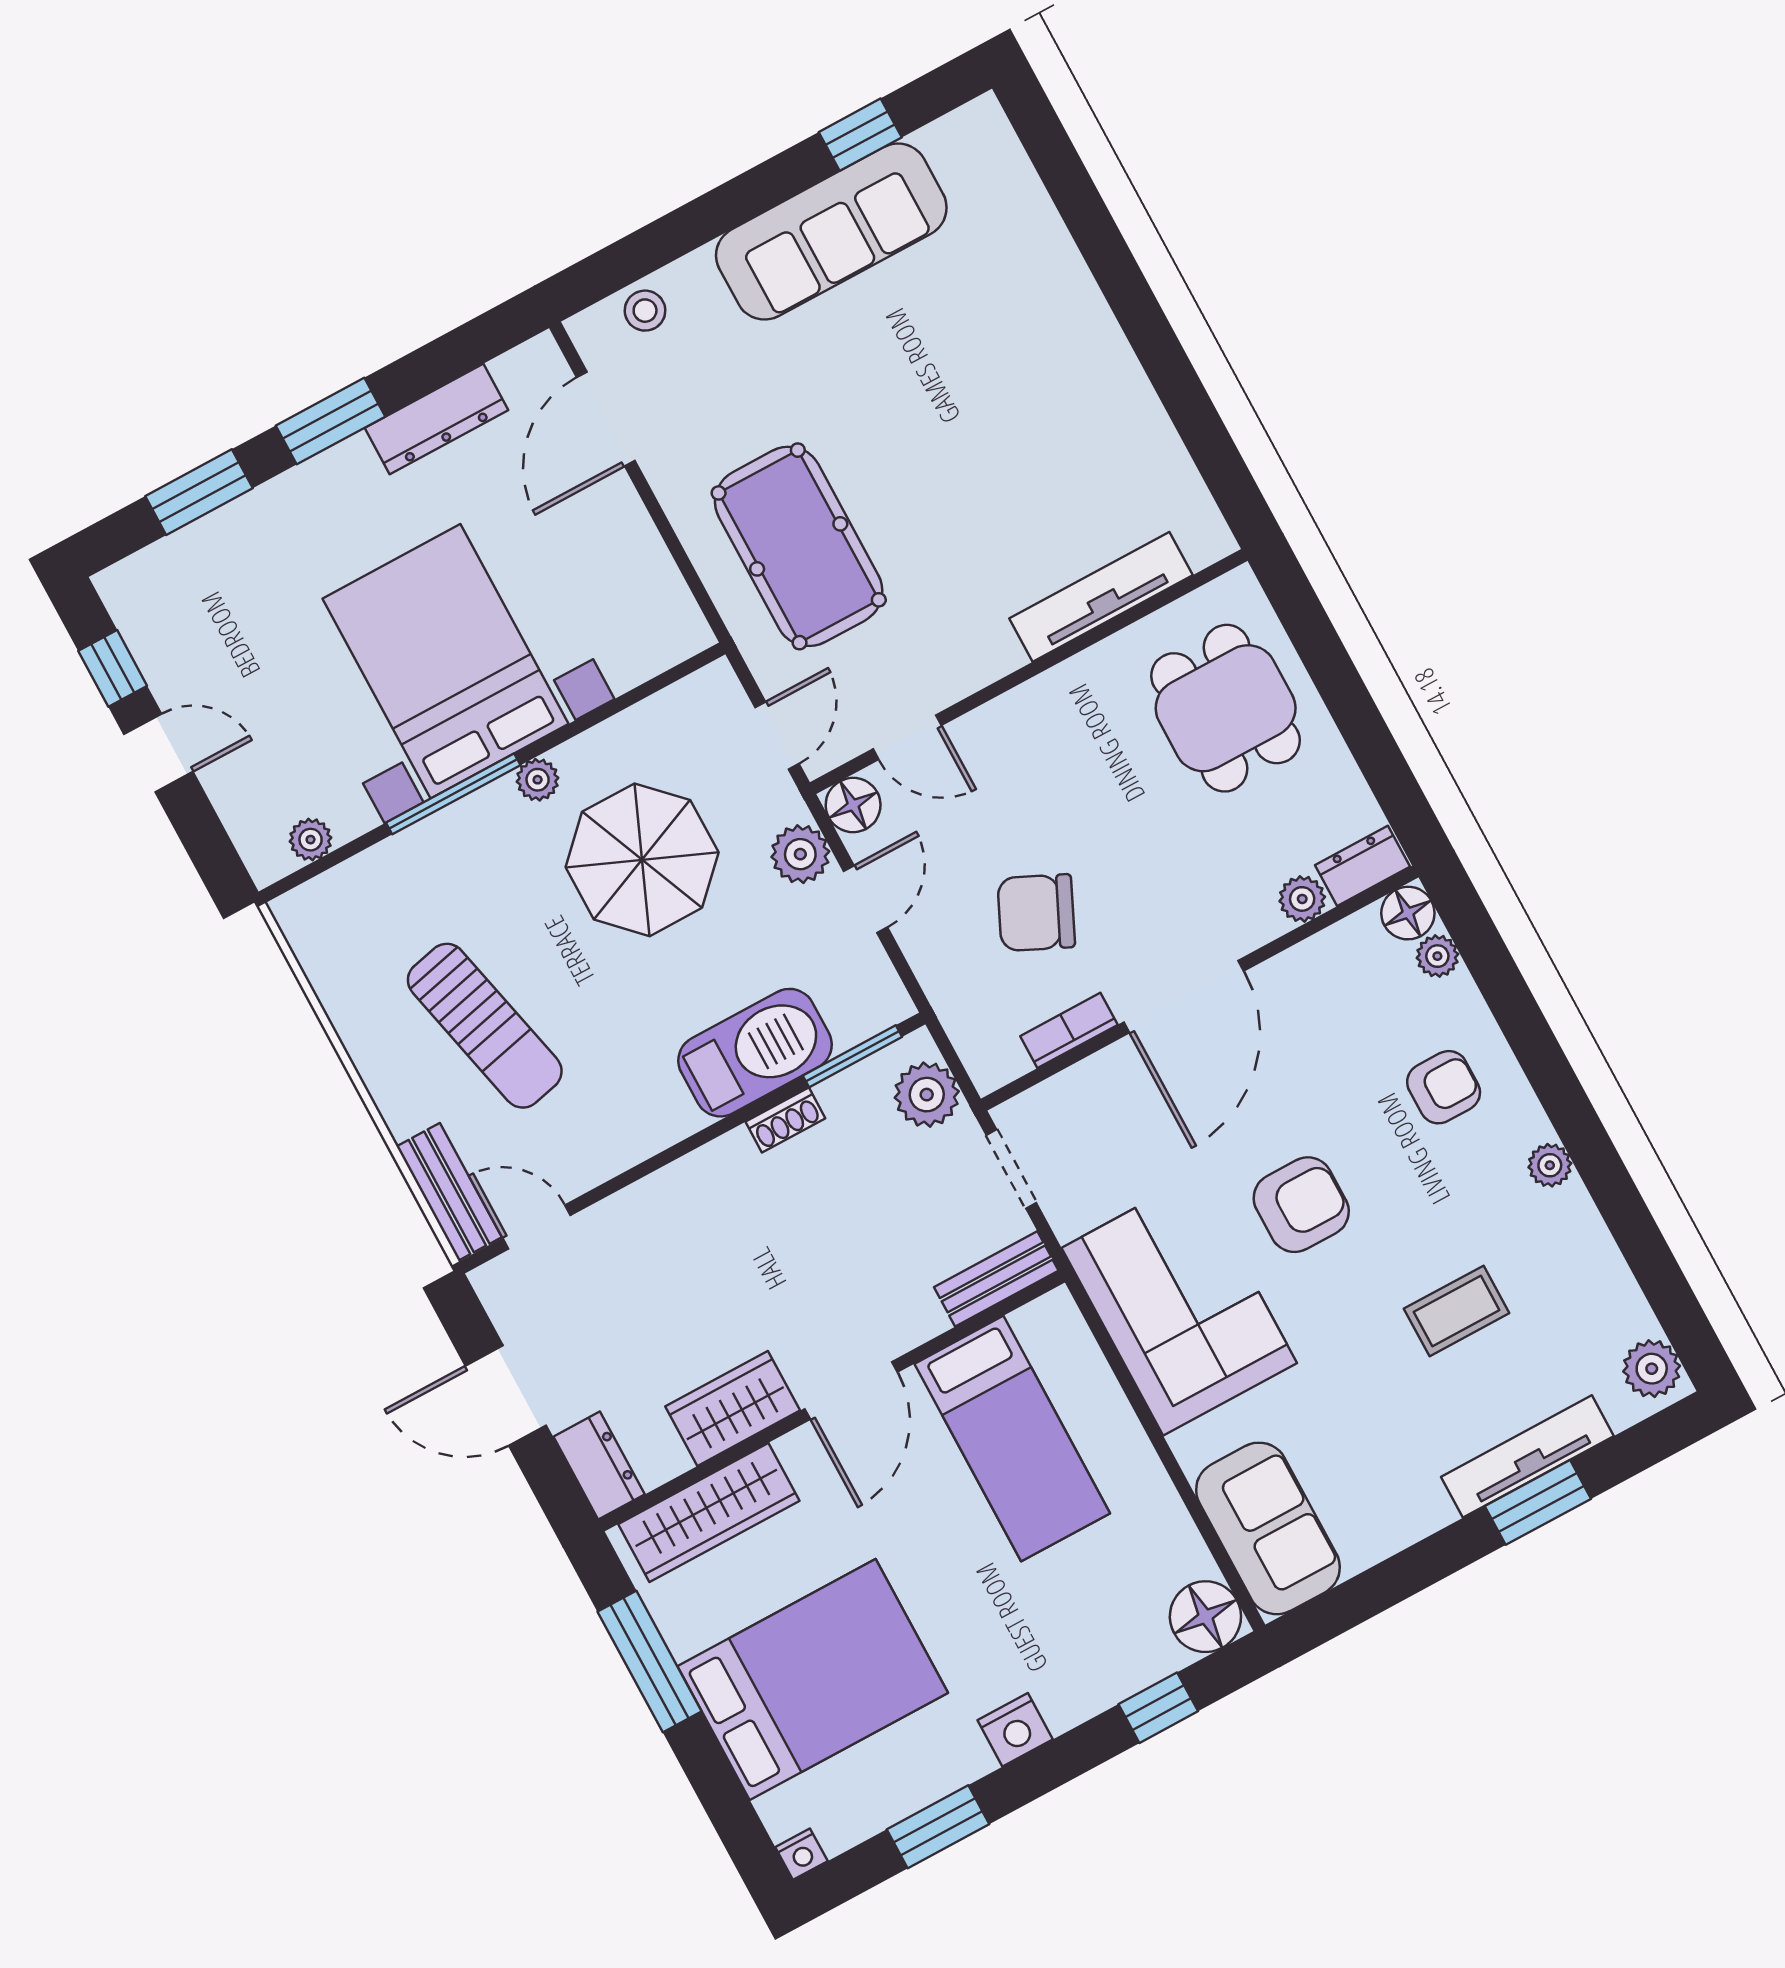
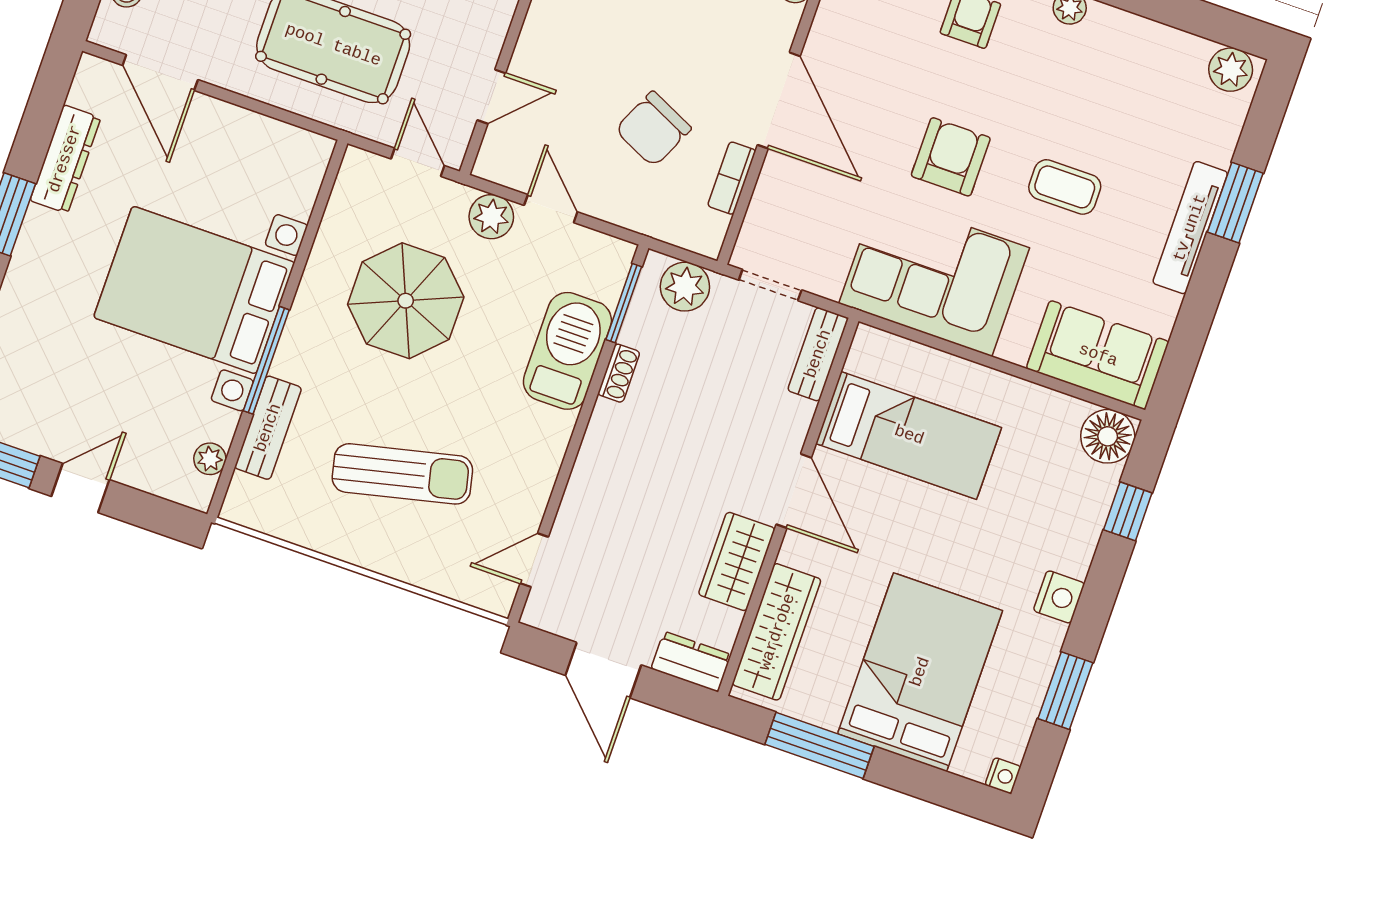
plant: (538, 780) -> (306, 309), removed
floor lamp: (853, 805) -> (496, 162), removed
bench: (449, 1192) -> (268, 428), moved, turned 90
coffee table: (1457, 1311) -> (1065, 187), moved, turned 90
door: (506, 1396) -> (603, 670), hinge flipped
tv unit: (1527, 1456) -> (1190, 228), moved

